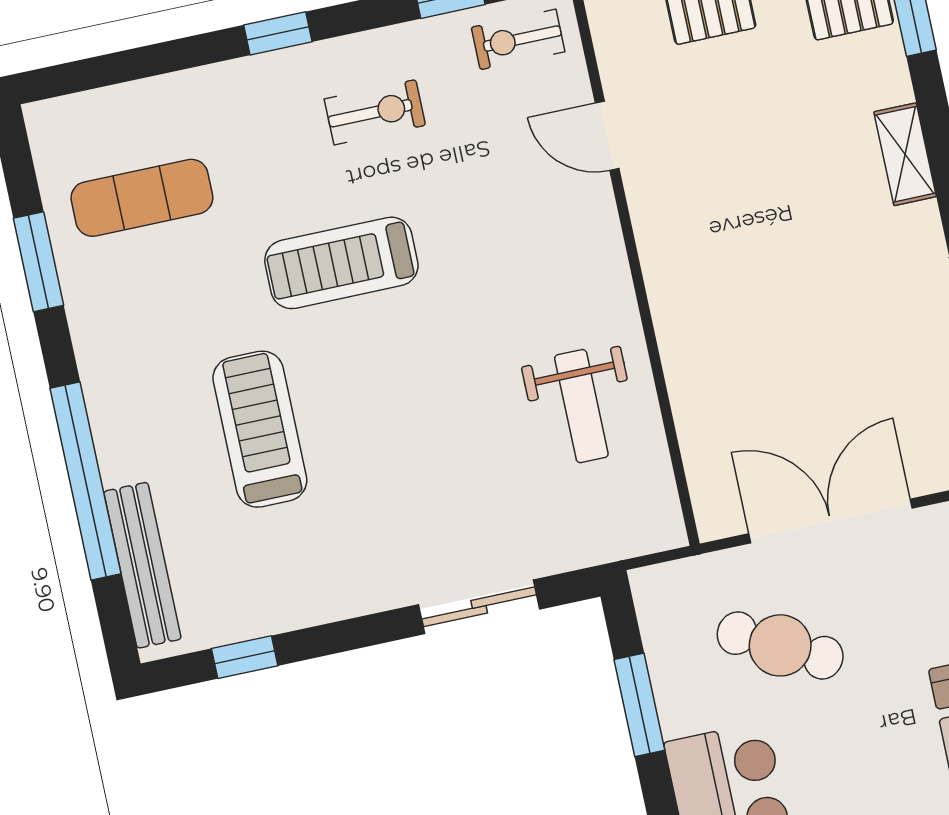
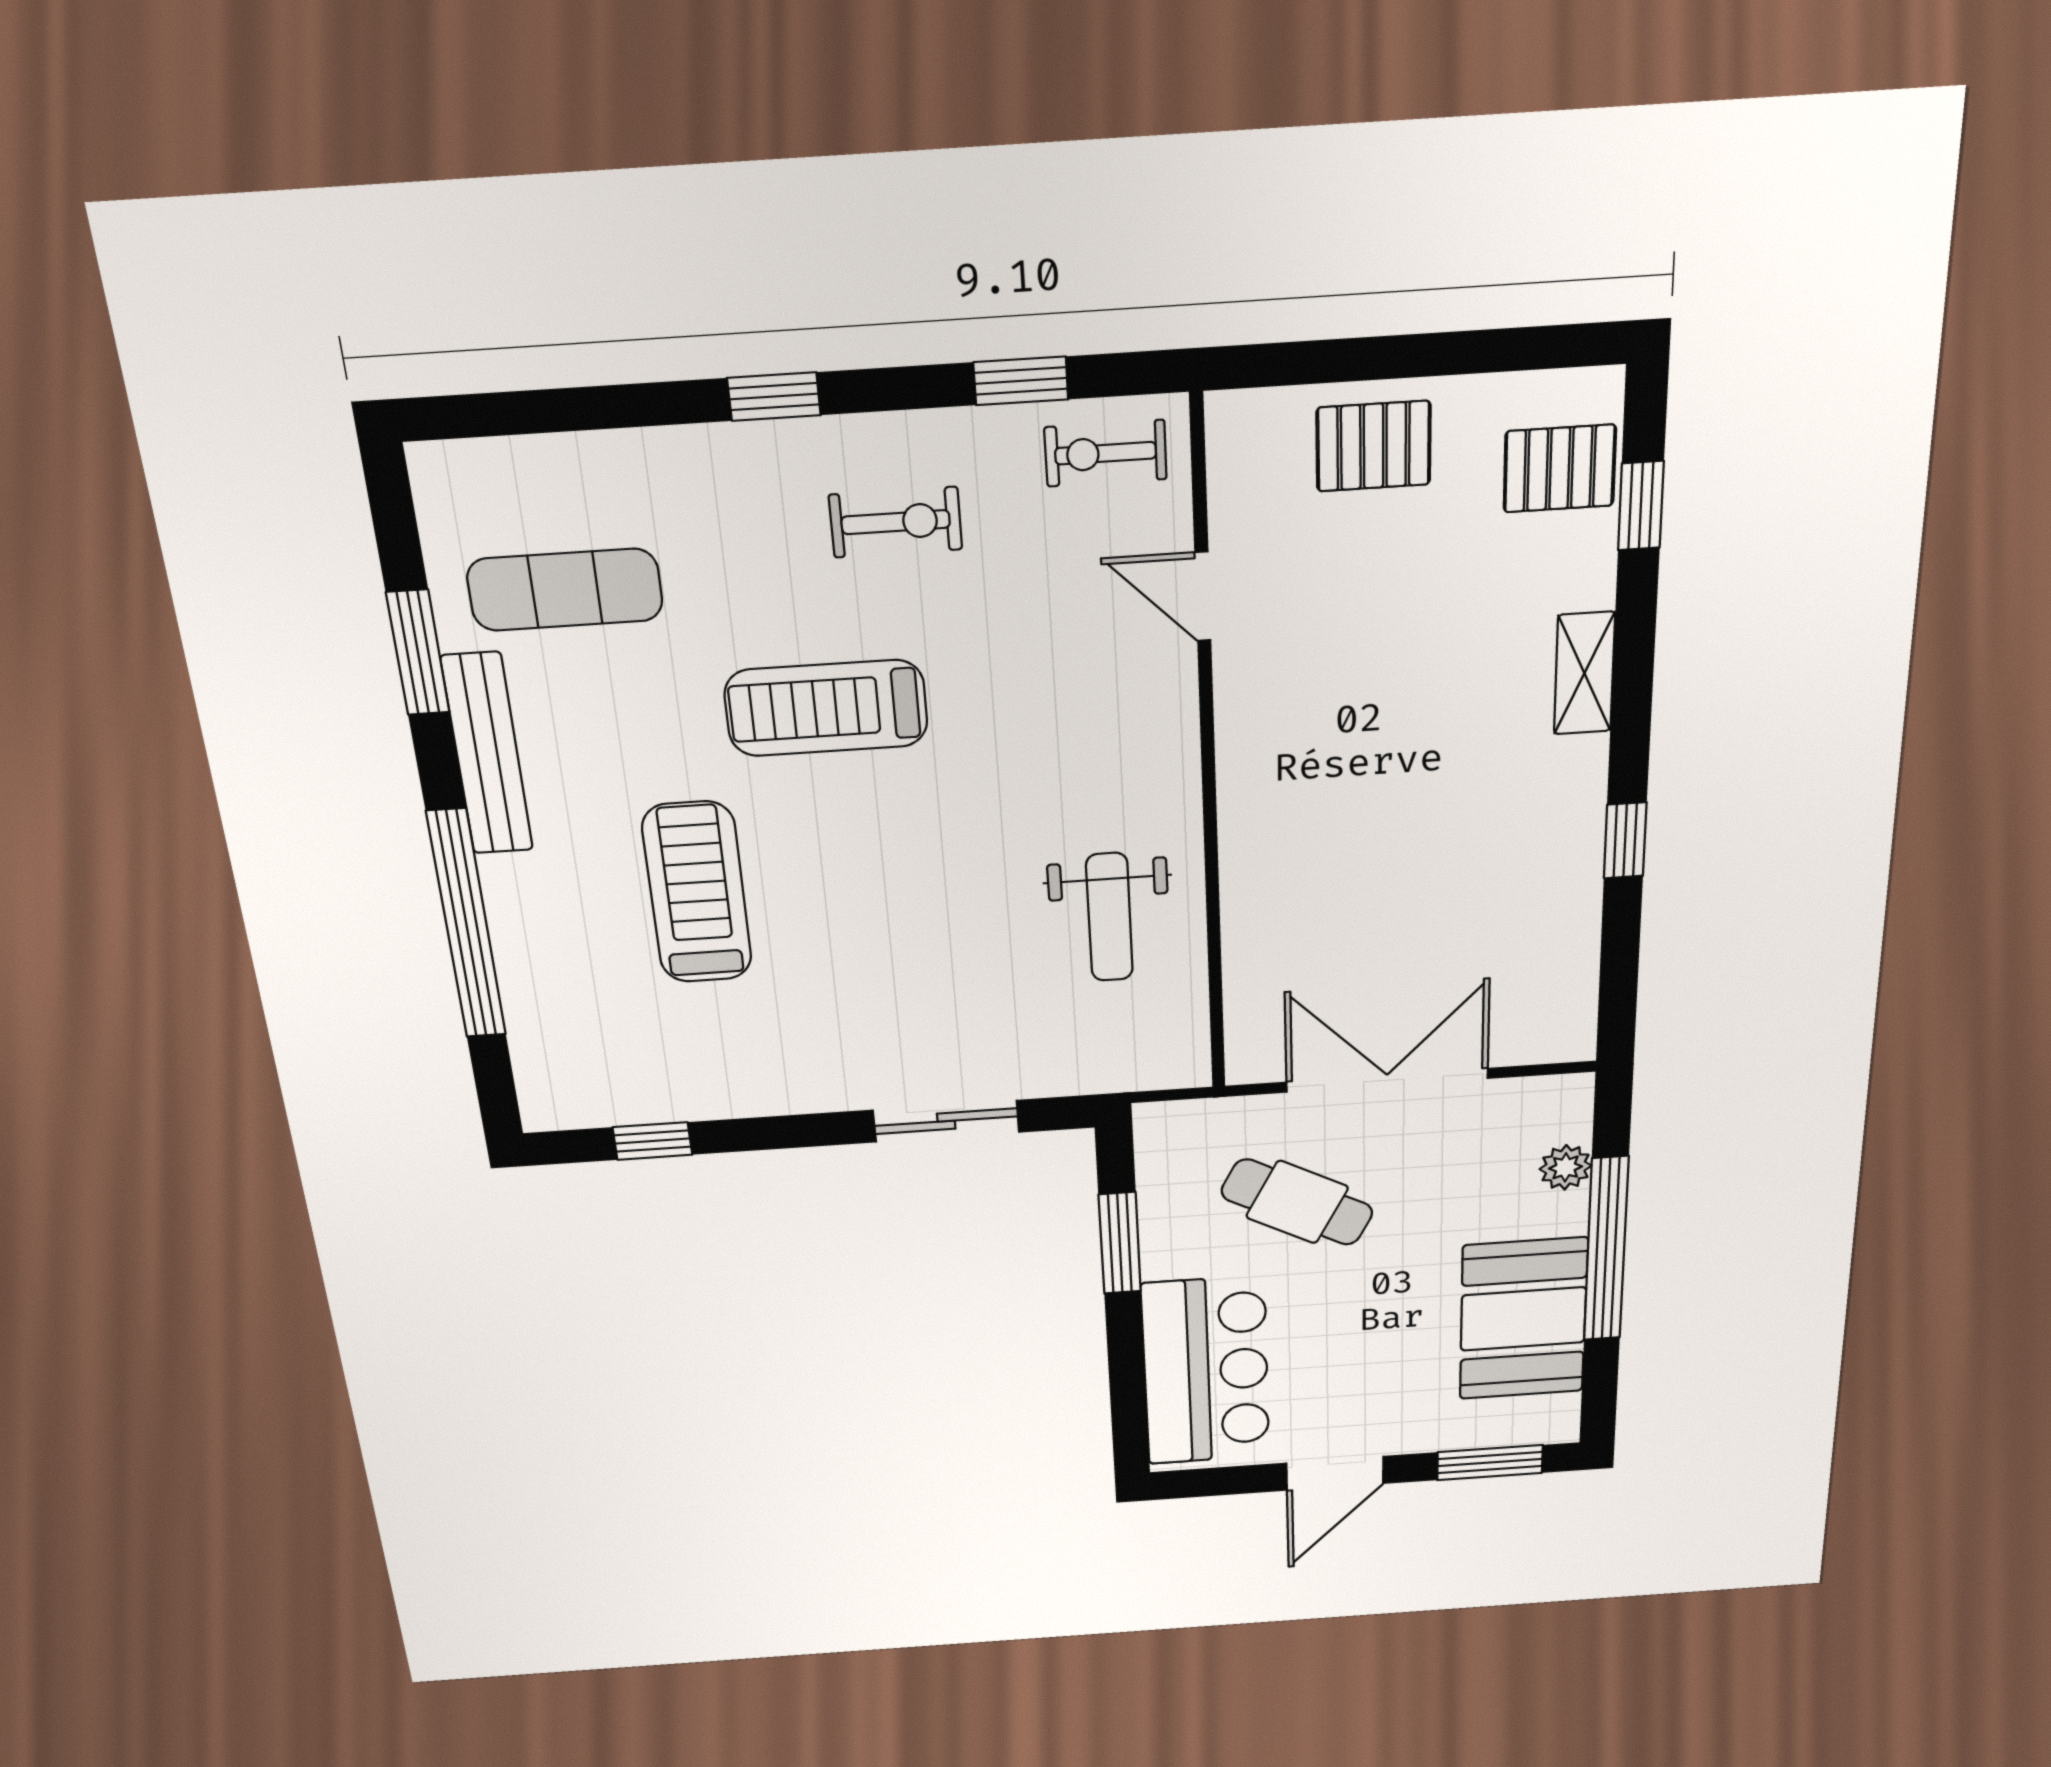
bench: (142, 565) -> (487, 754), moved

